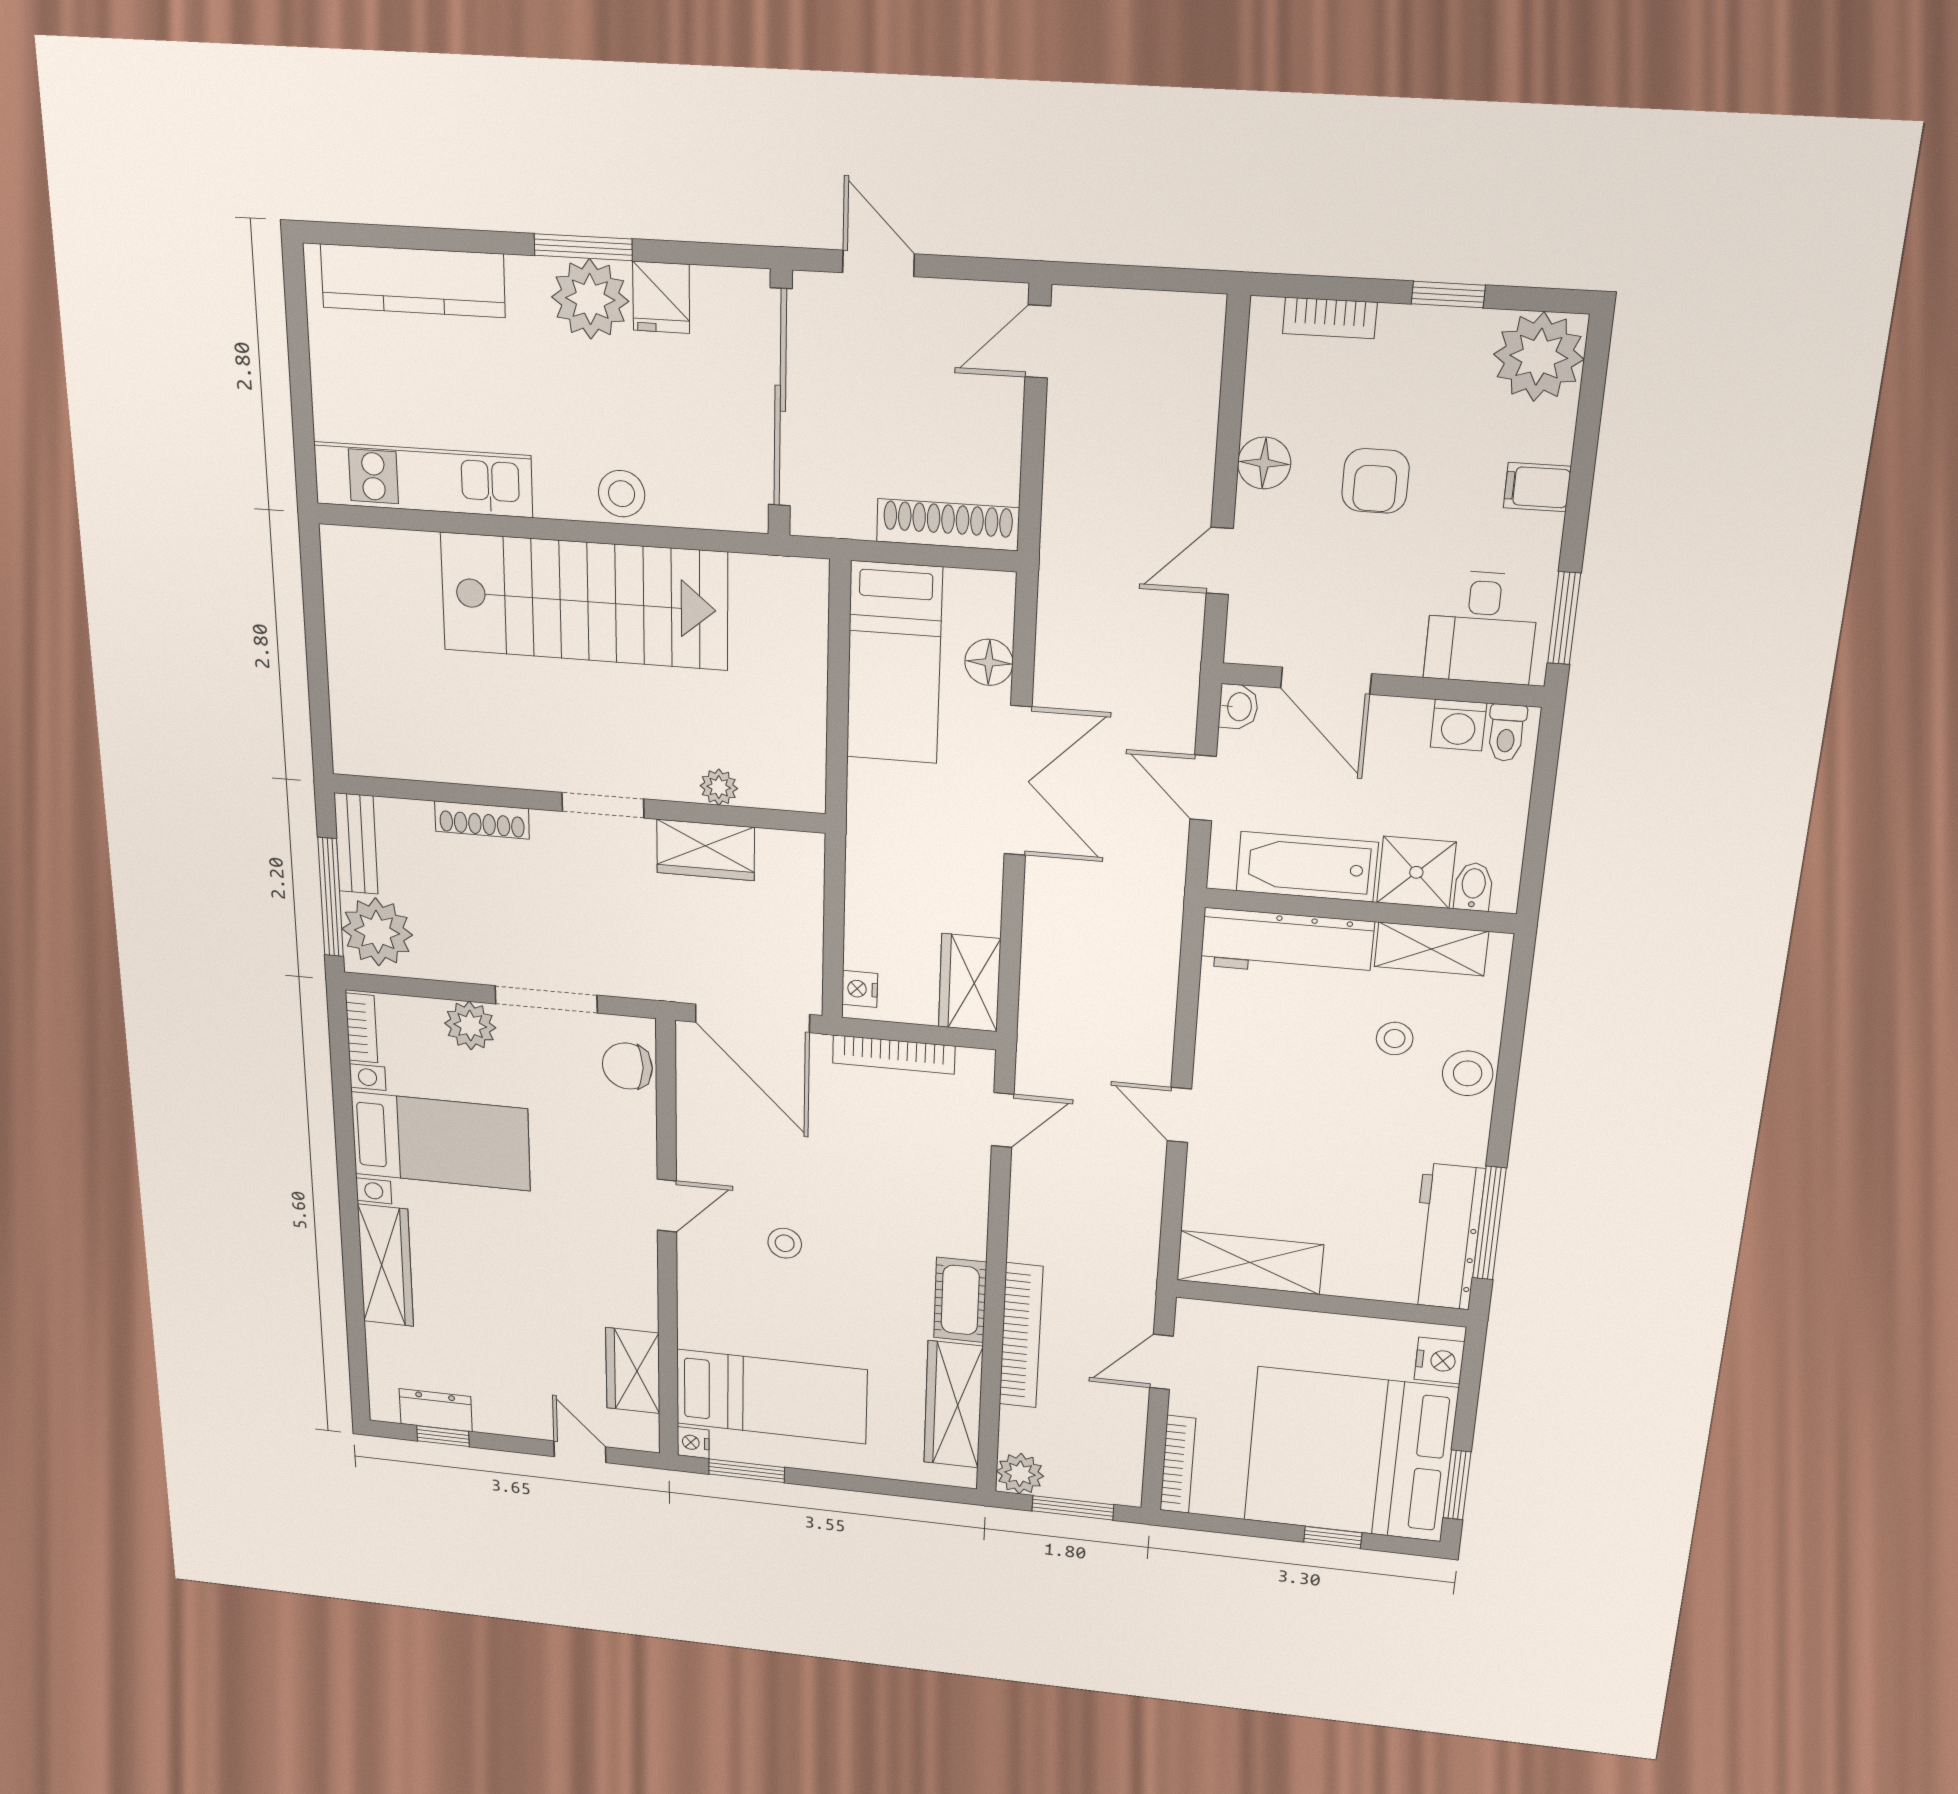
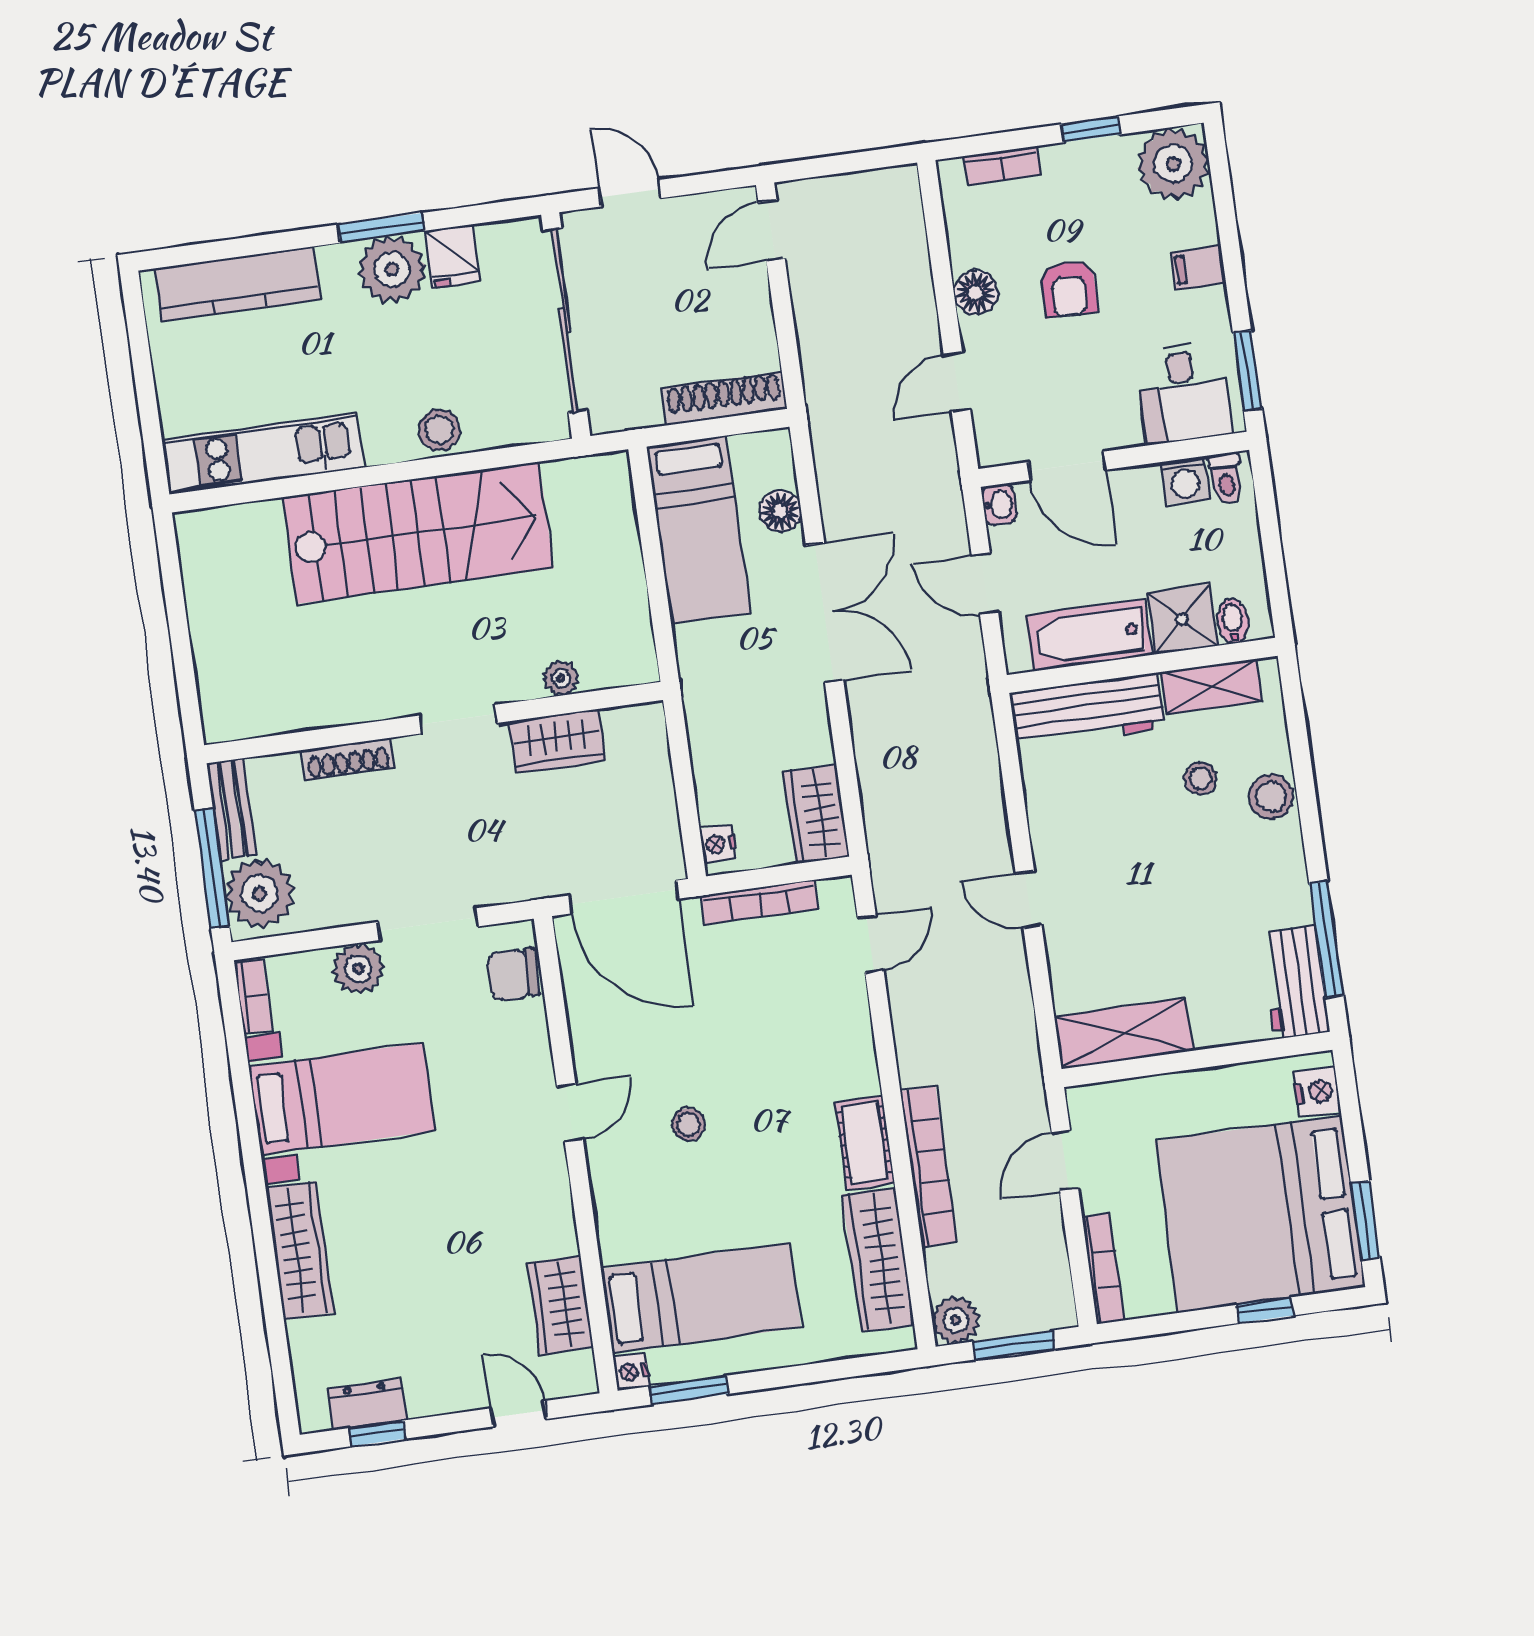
workbench: (1447, 1237) -> (1295, 982), width x0.73

